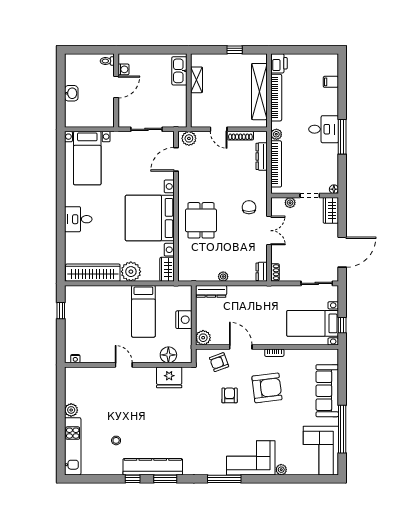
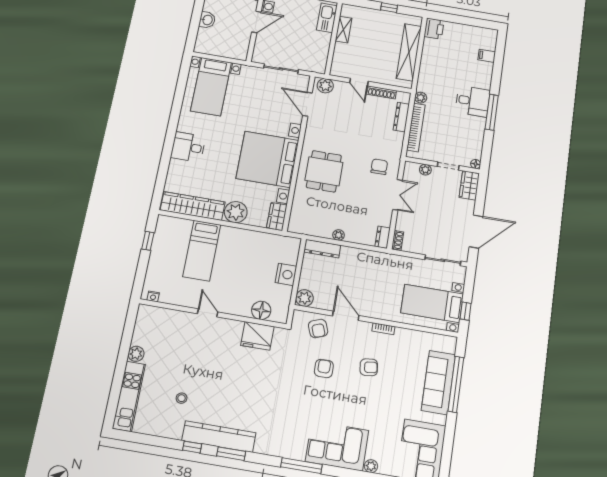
bookcase: (276, 98) -> (426, 61), removed
door: (176, 159) -> (307, 104), hinge flipped
bed: (143, 311) -> (202, 251), moved
armchair: (219, 362) -> (318, 328), turned -91
armchair: (267, 388) -> (369, 367), width x0.53, depth x0.53
window: (342, 429) -> (456, 384), moved

